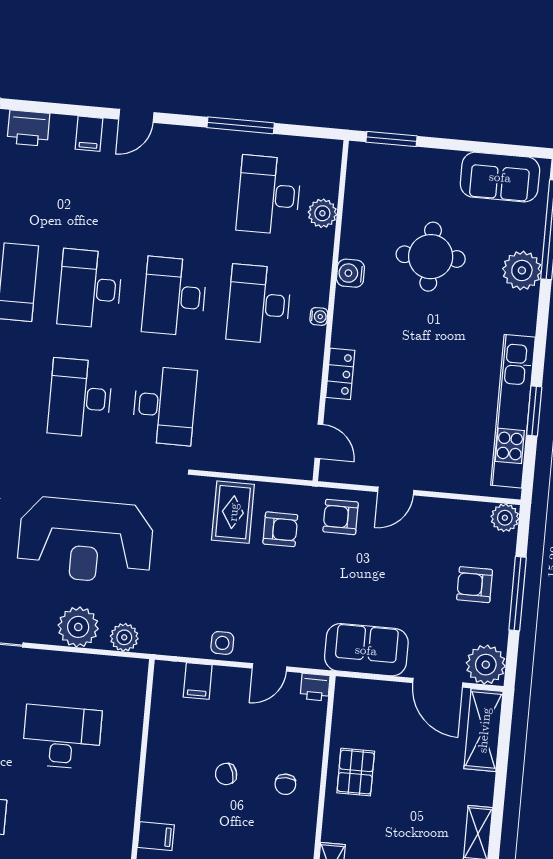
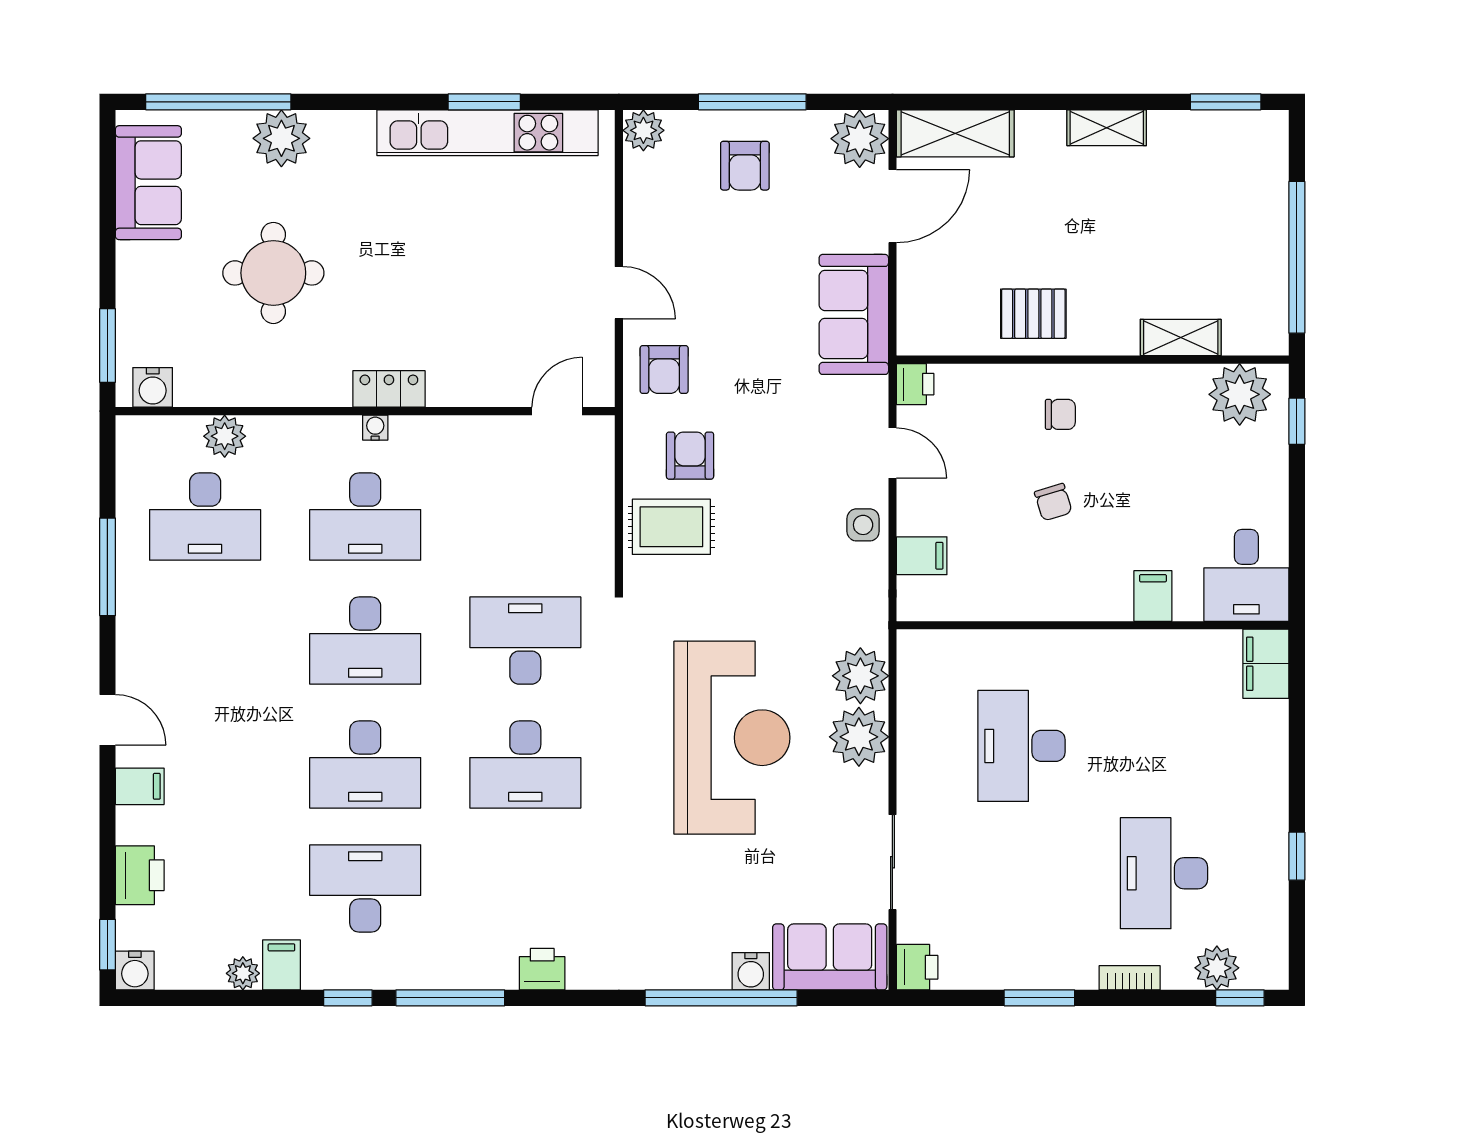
water cooler: (350, 273) -> (153, 387), moved
locker: (340, 374) -> (389, 389), moved
plant: (124, 637) -> (860, 676), width x1.36, depth x1.36

